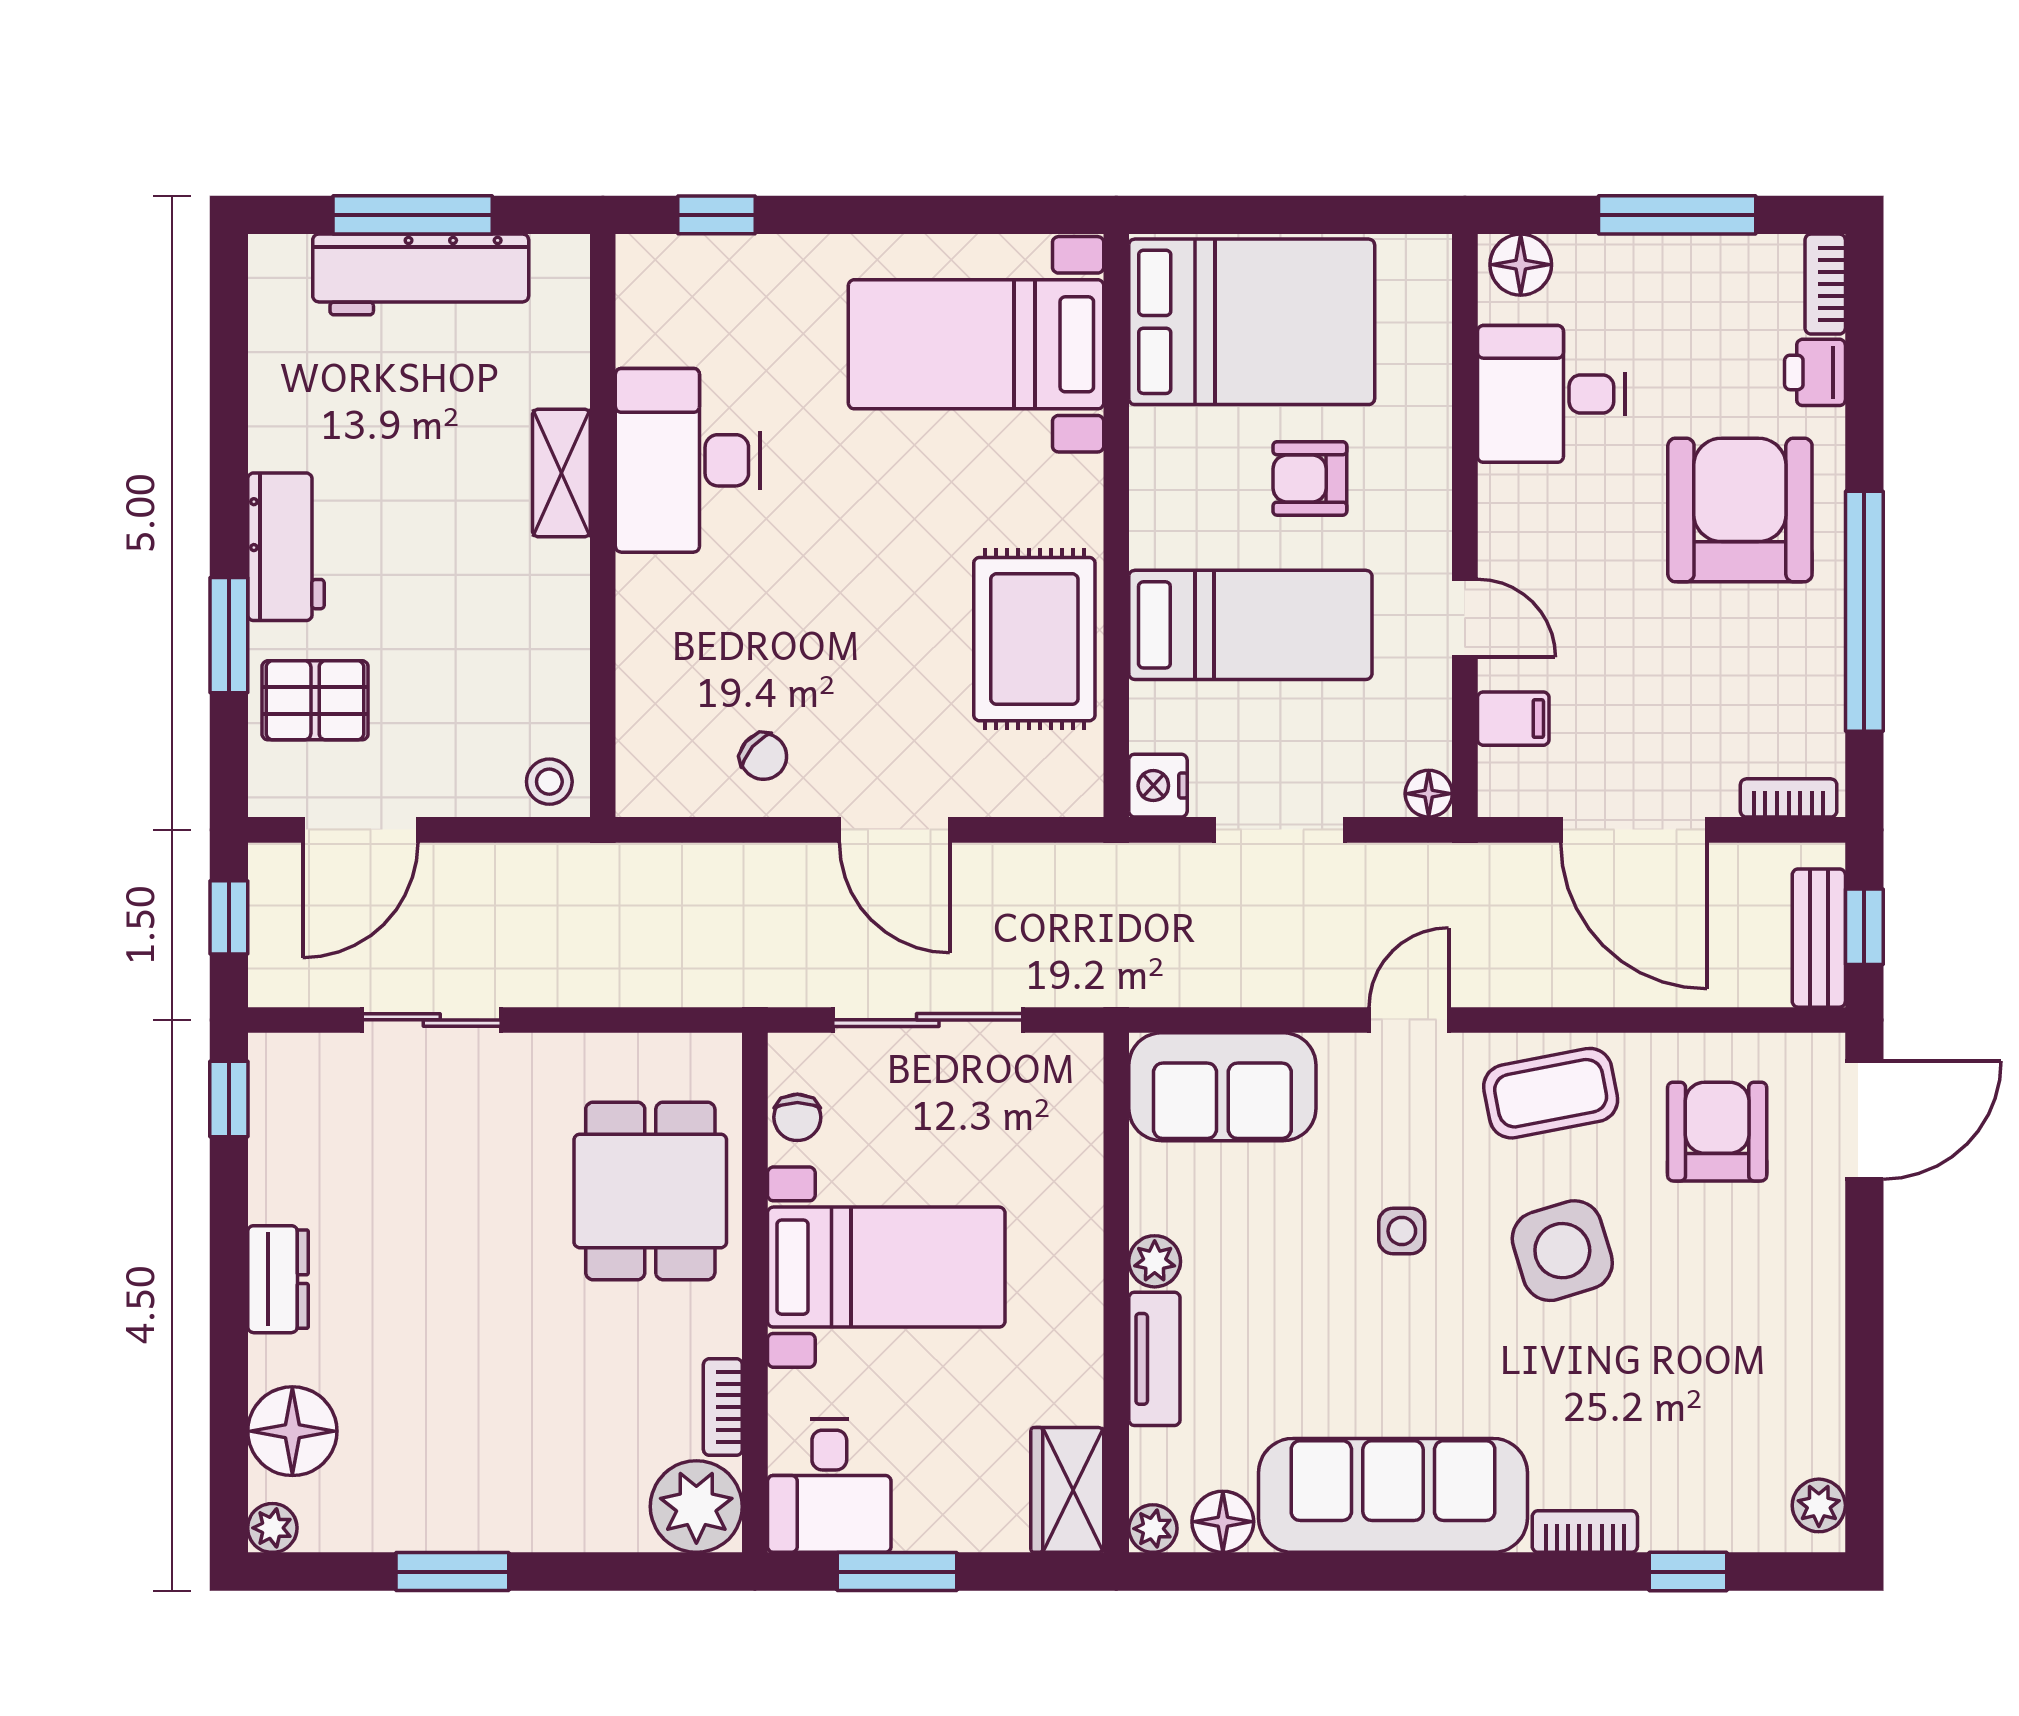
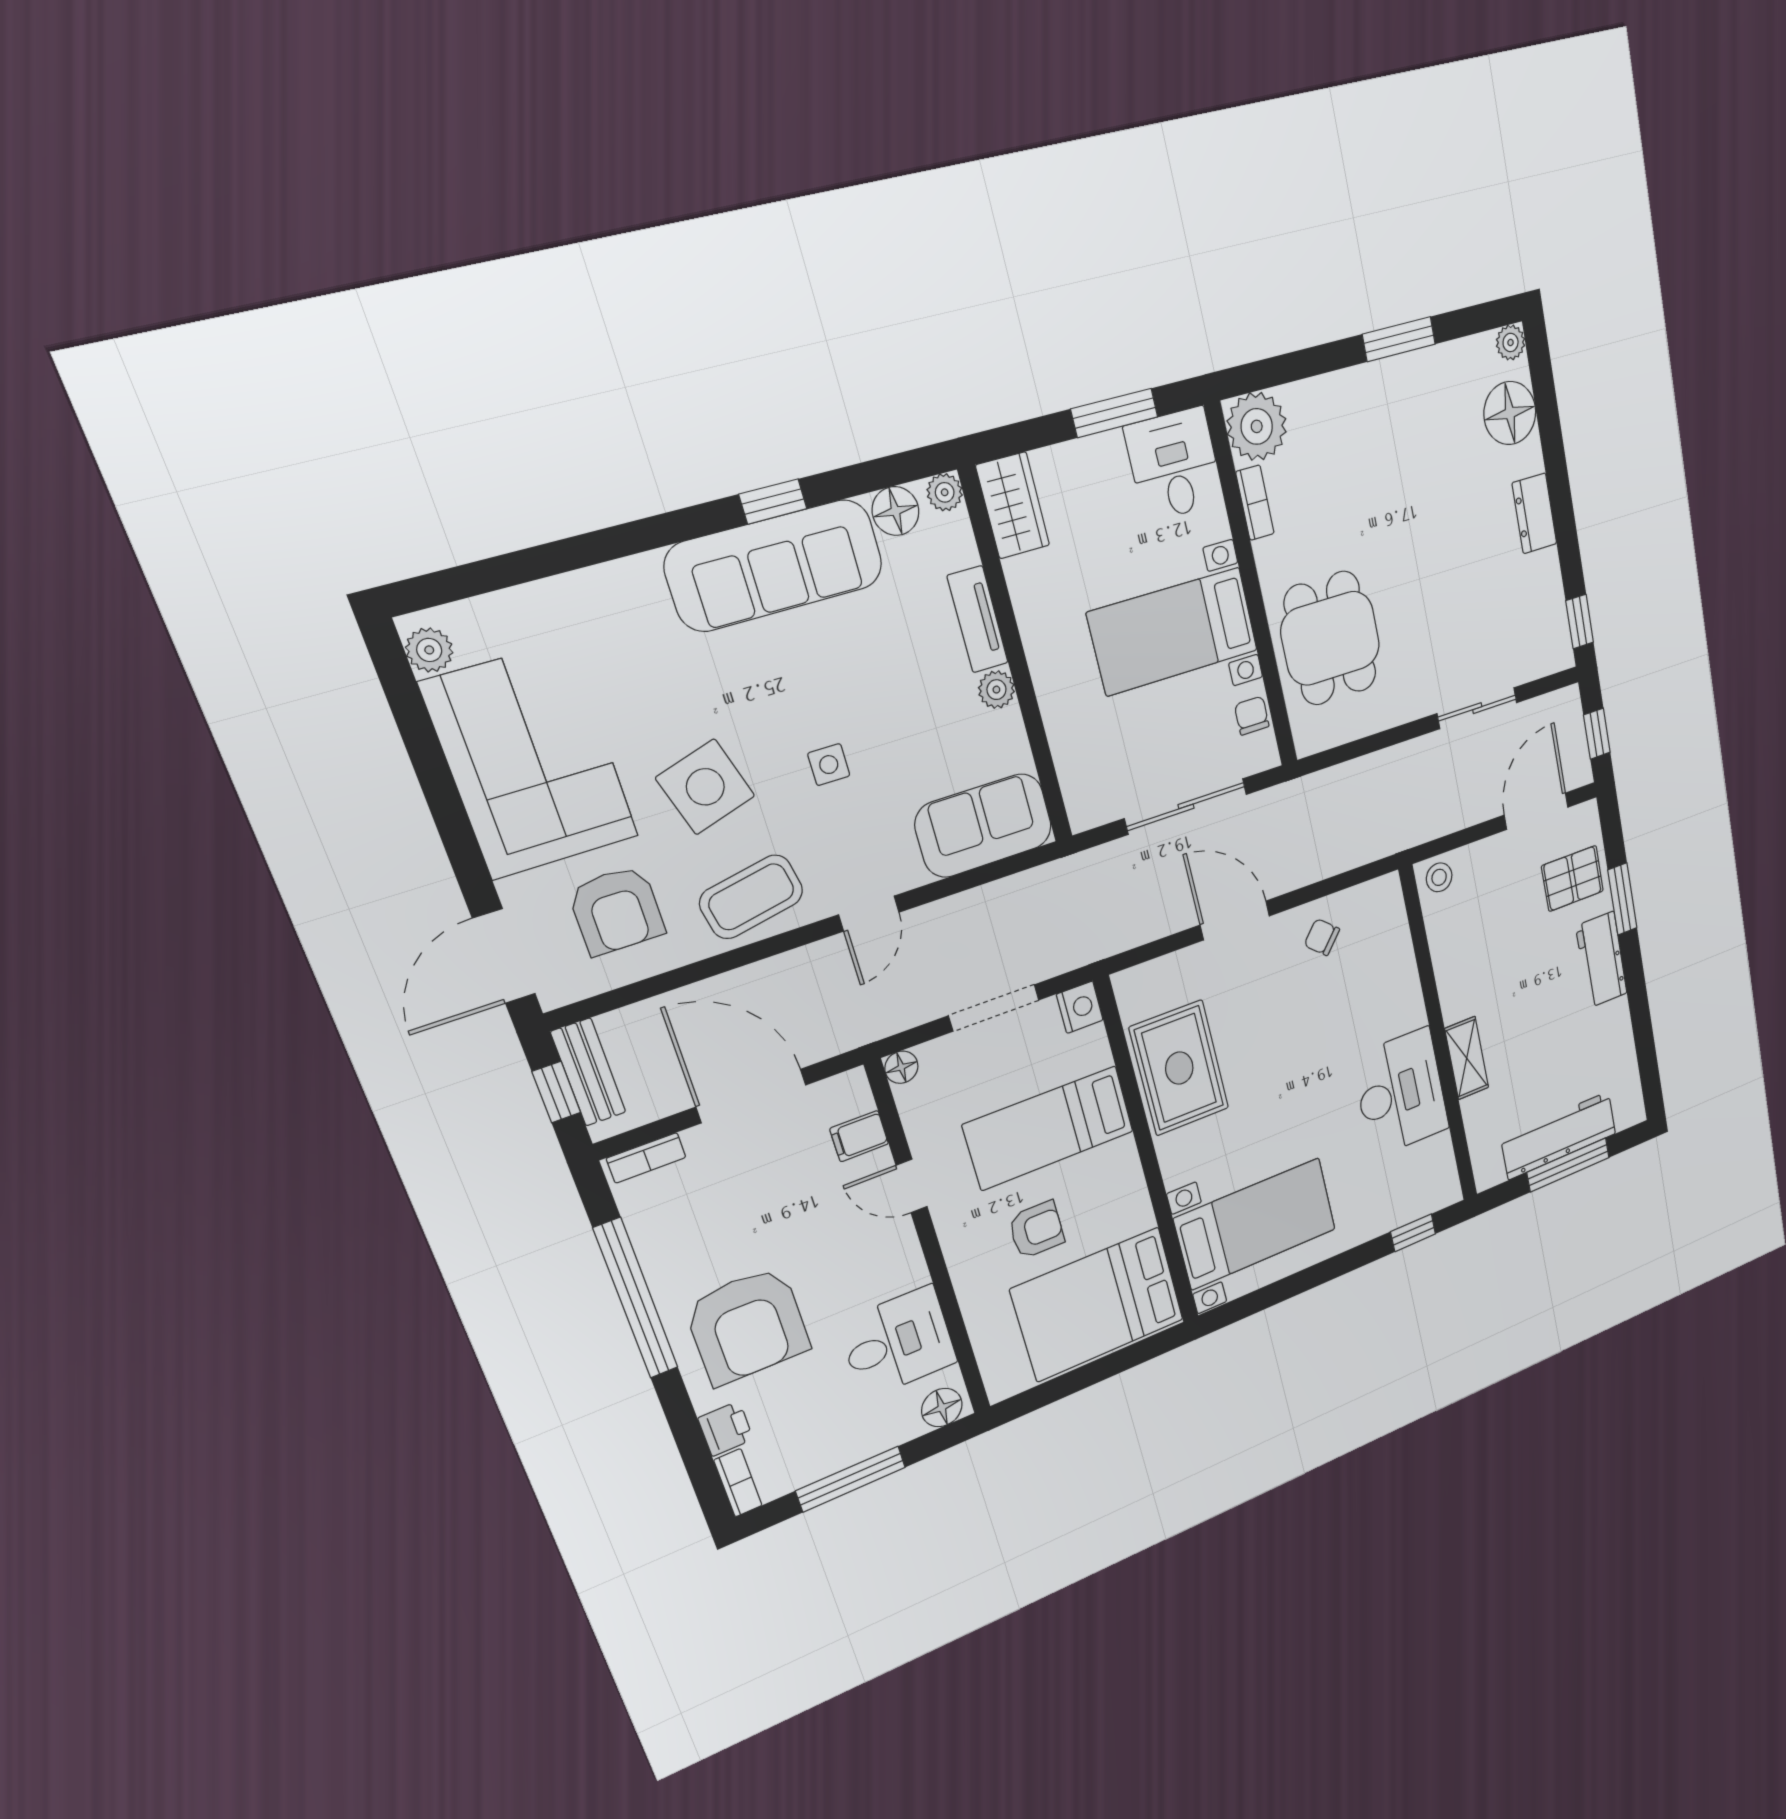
corner sofa: (1753, 1345) -> (531, 761), added
bookcase: (1585, 1532) -> (616, 577), removed
window: (1688, 1572) -> (773, 501), moved

